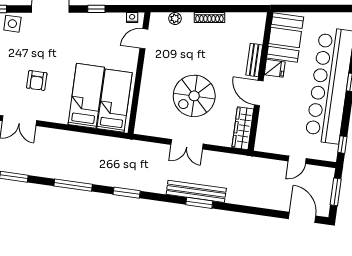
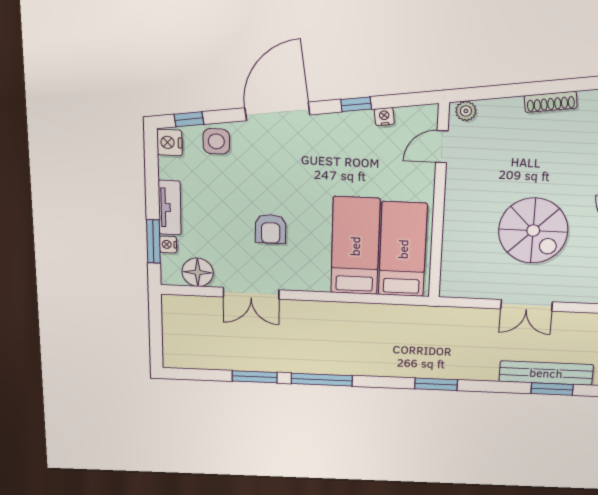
nightstand: (132, 18) -> (384, 117), moved
plant: (175, 19) -> (466, 111), moved
spiral stairs: (194, 96) -> (533, 231), turned -90
window: (73, 185) -> (322, 380), moved

